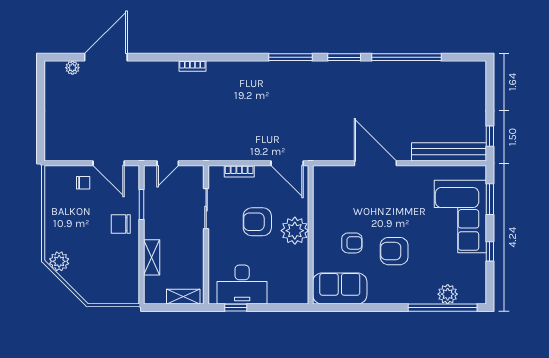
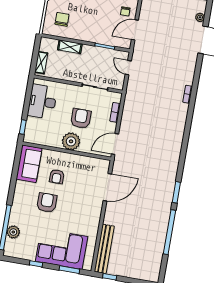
window: (291, 57) -> (182, 158), removed
door: (375, 163) -> (107, 187), moved
chair: (121, 224) -> (62, 19), moved
window: (236, 308) -> (23, 127), moved

